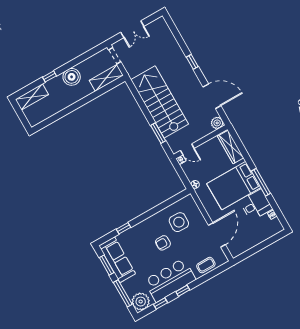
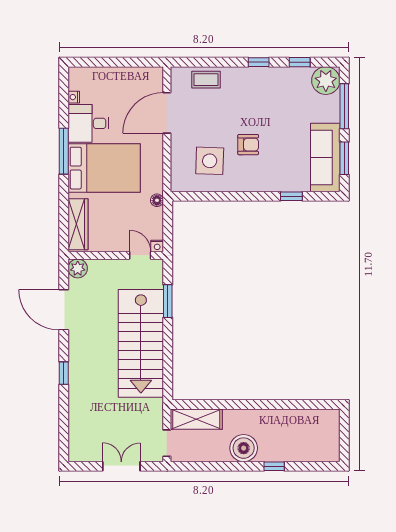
shelving: (32, 97) -> (315, 452), removed
bar counter: (170, 280) -> (268, 87), removed

